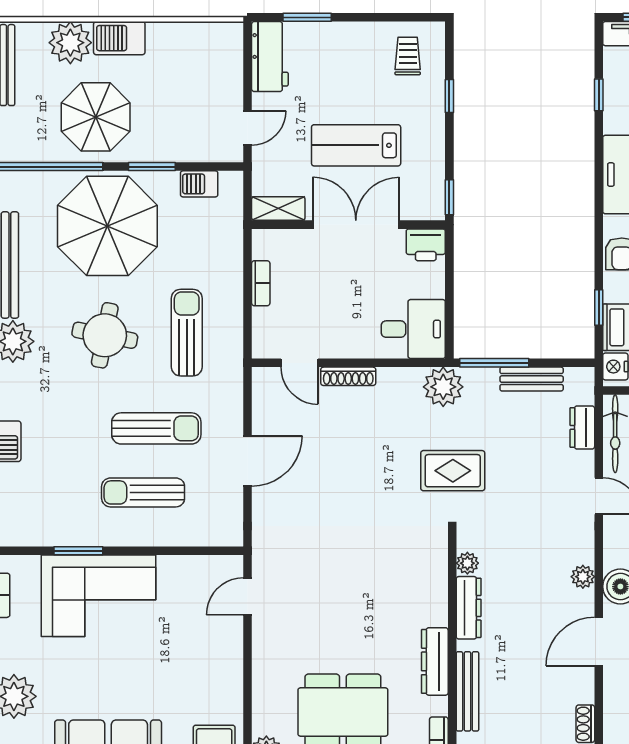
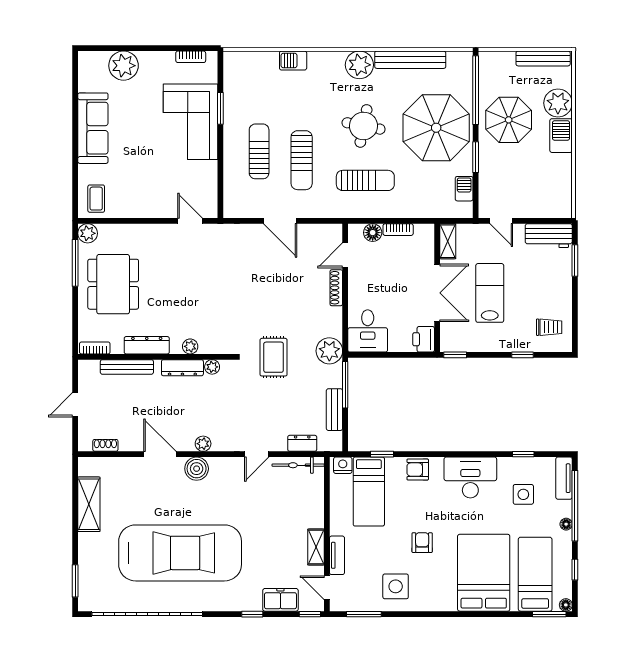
floor lamp: (265, 322) -> (373, 233), added
plant: (437, 596) -> (190, 346), added

